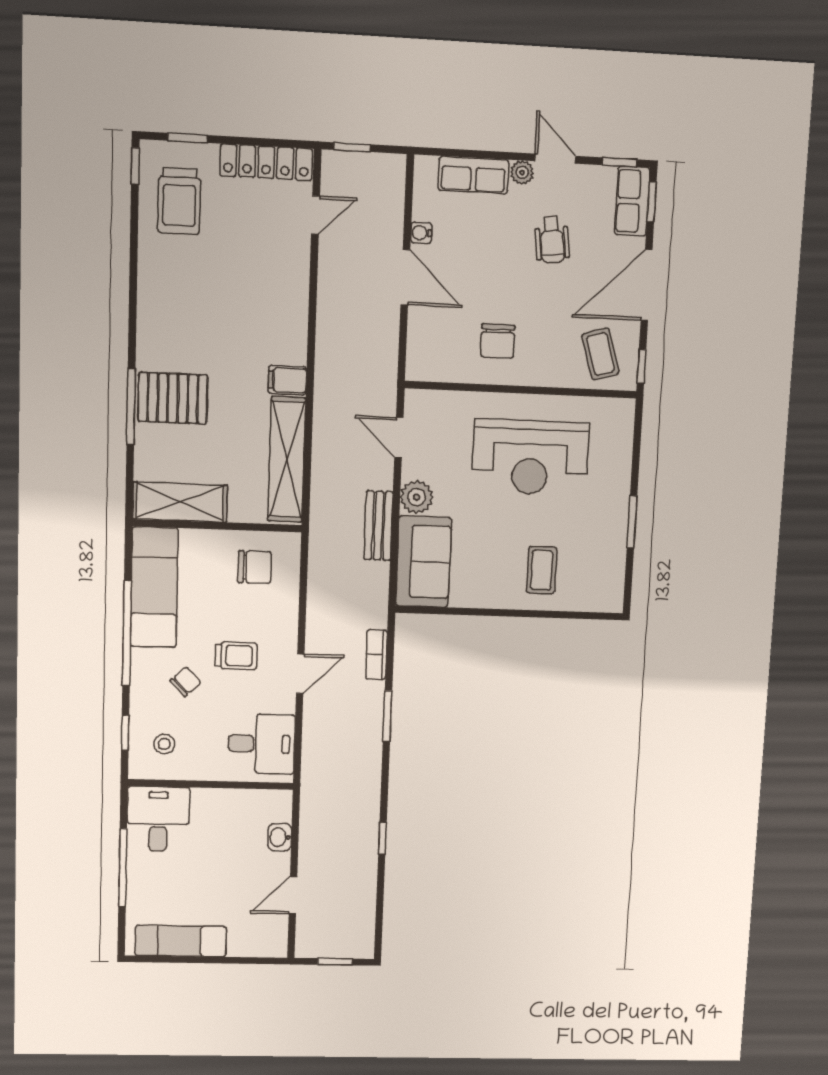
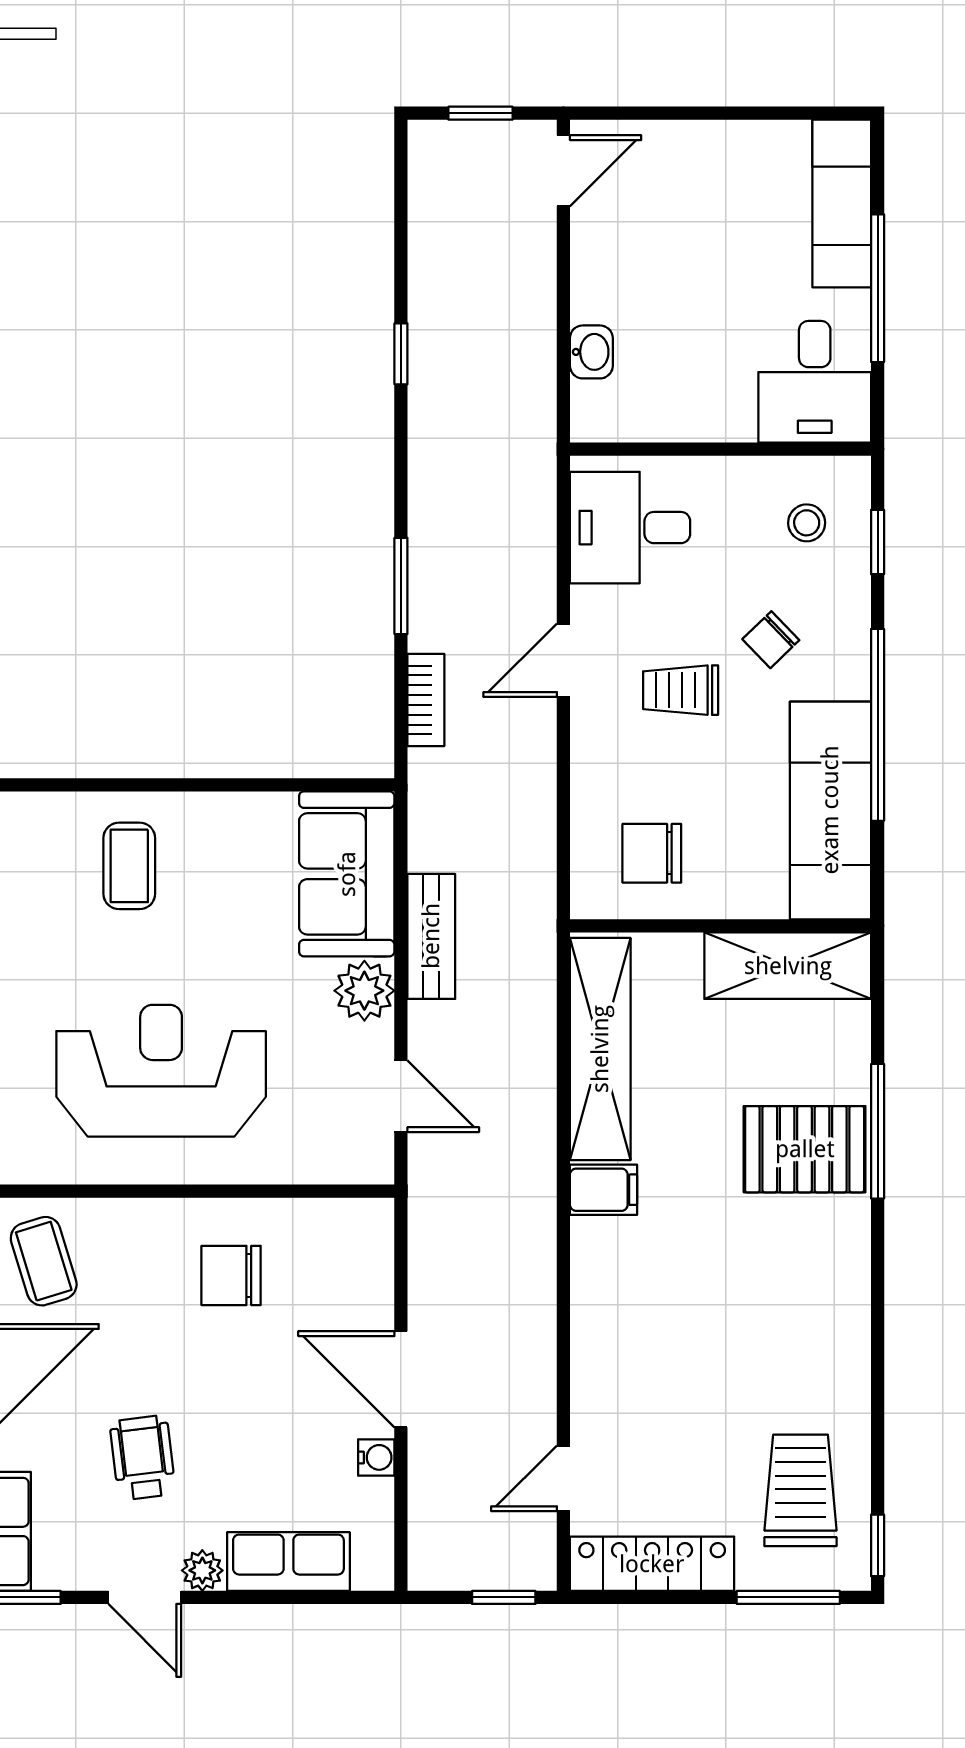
window: (188, 138) -> (788, 1597), width x1.50
chair: (498, 341) -> (231, 1275), turned -90
door: (293, 895) -> (563, 171), moved
exam couch: (181, 941) -> (842, 204), moved, turned 90

